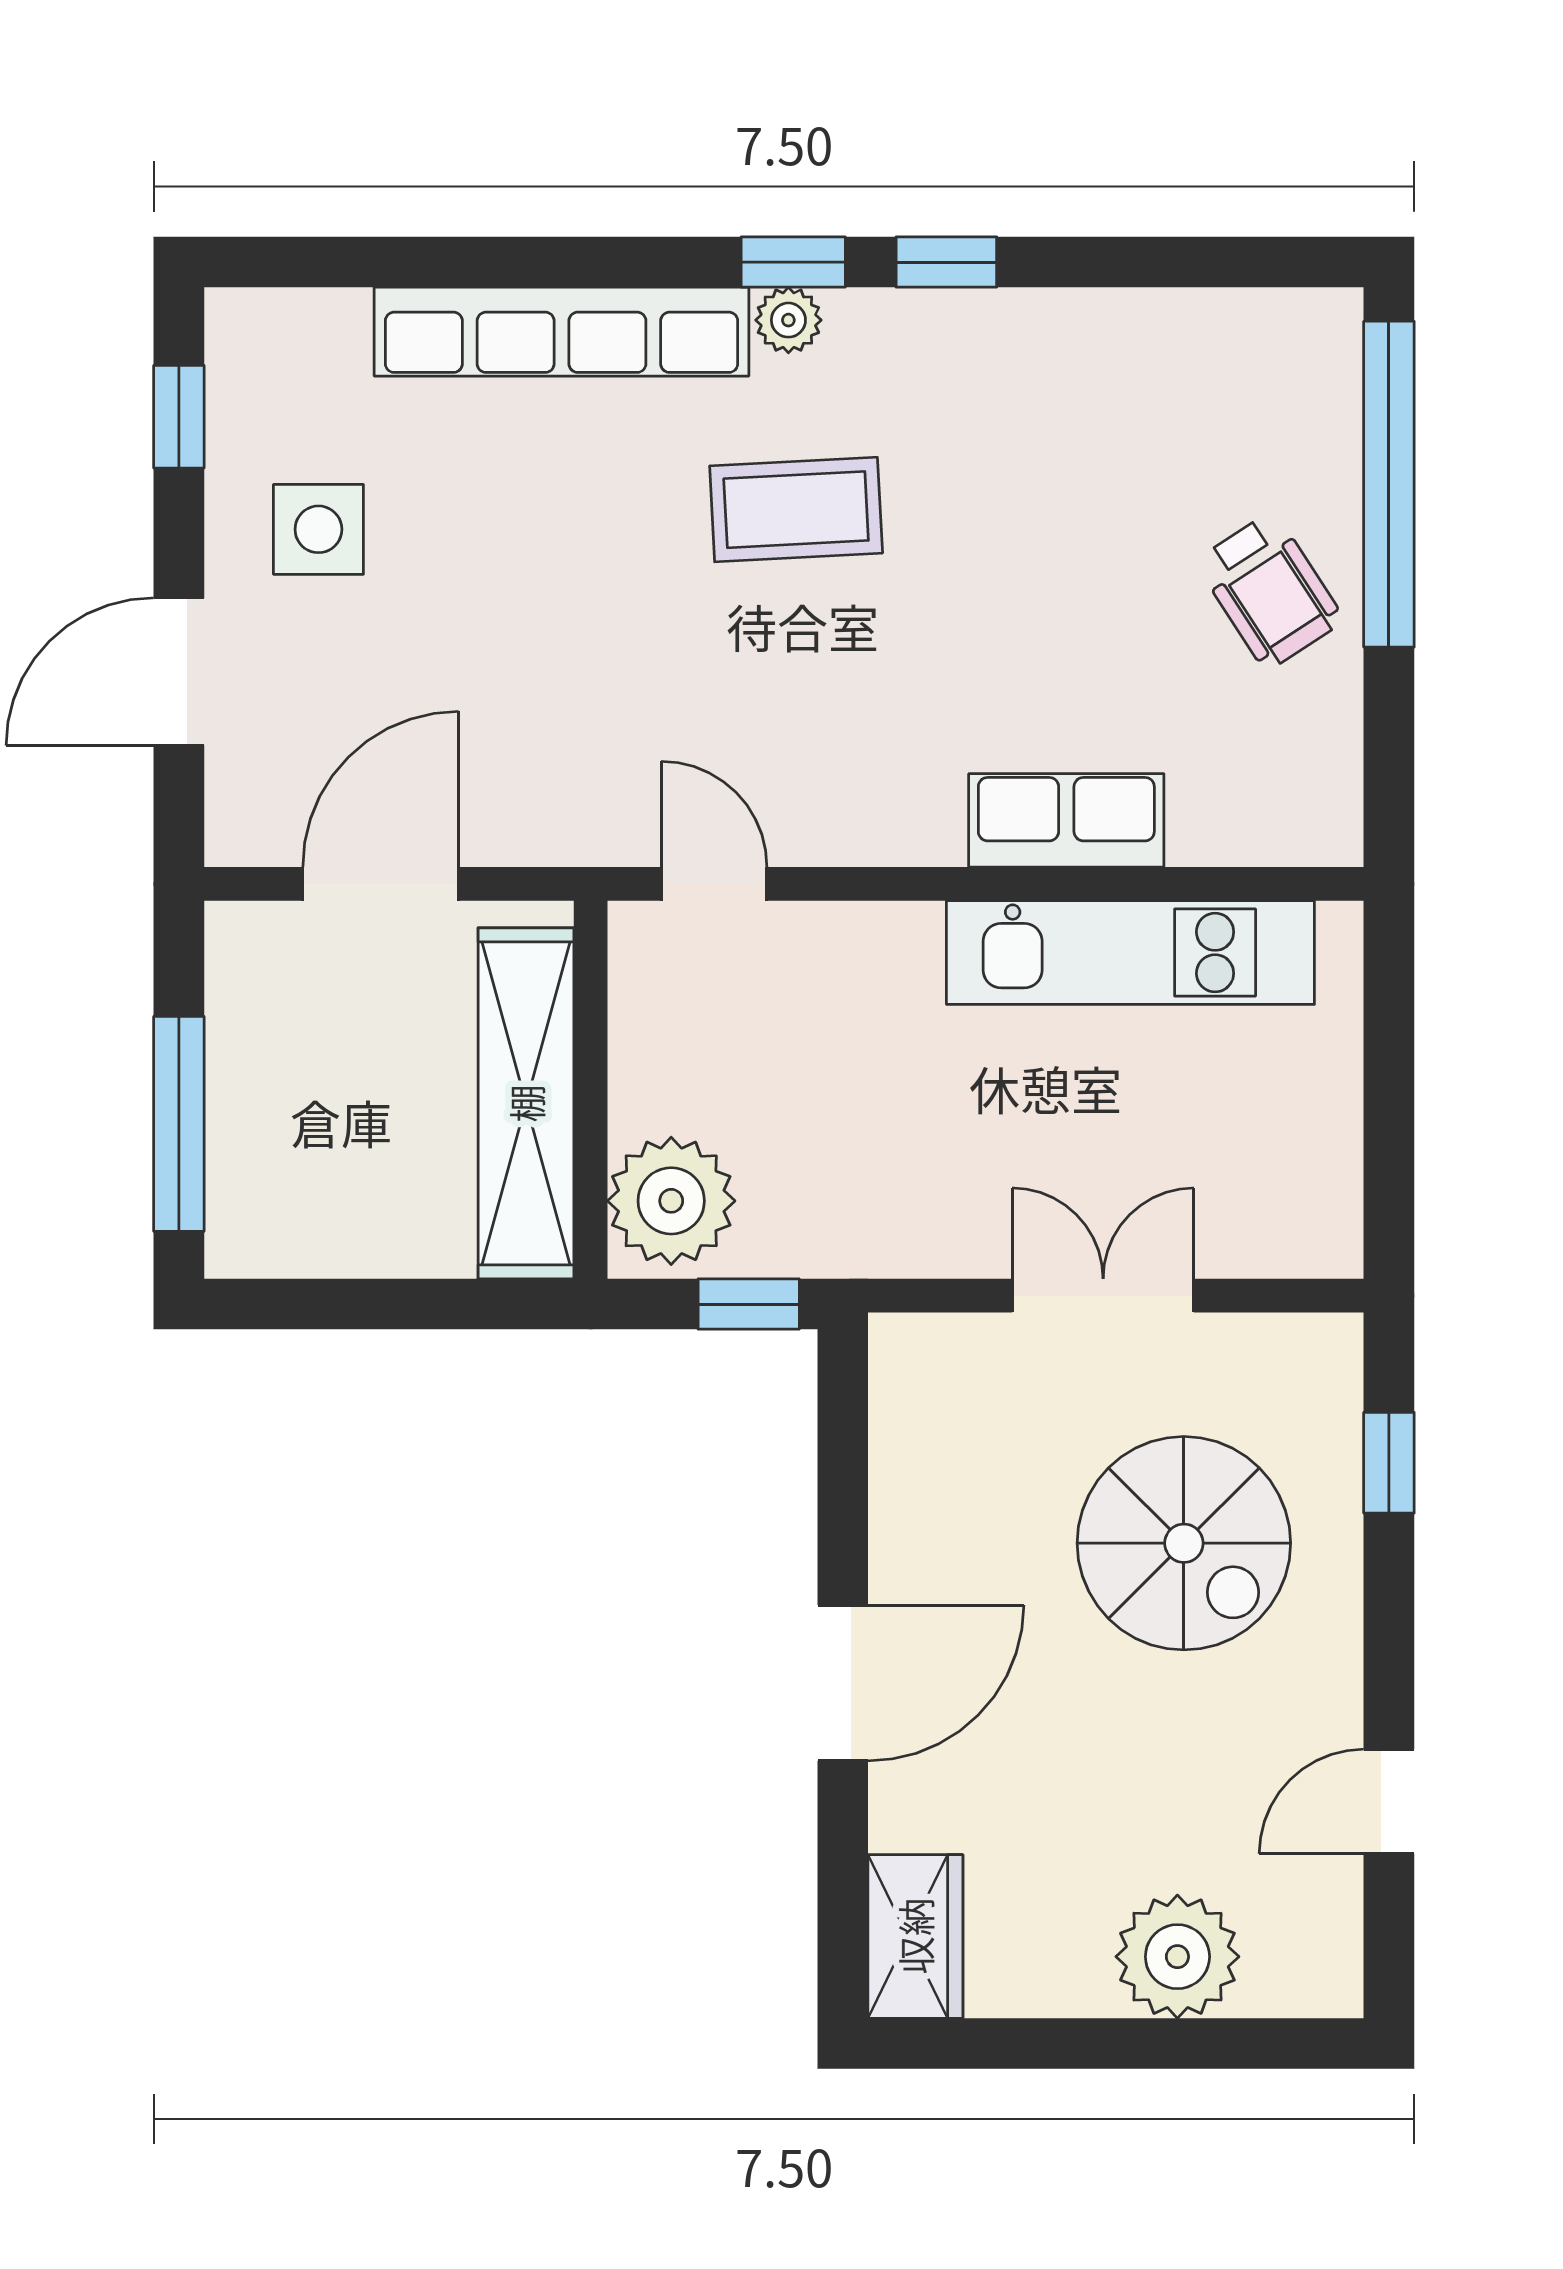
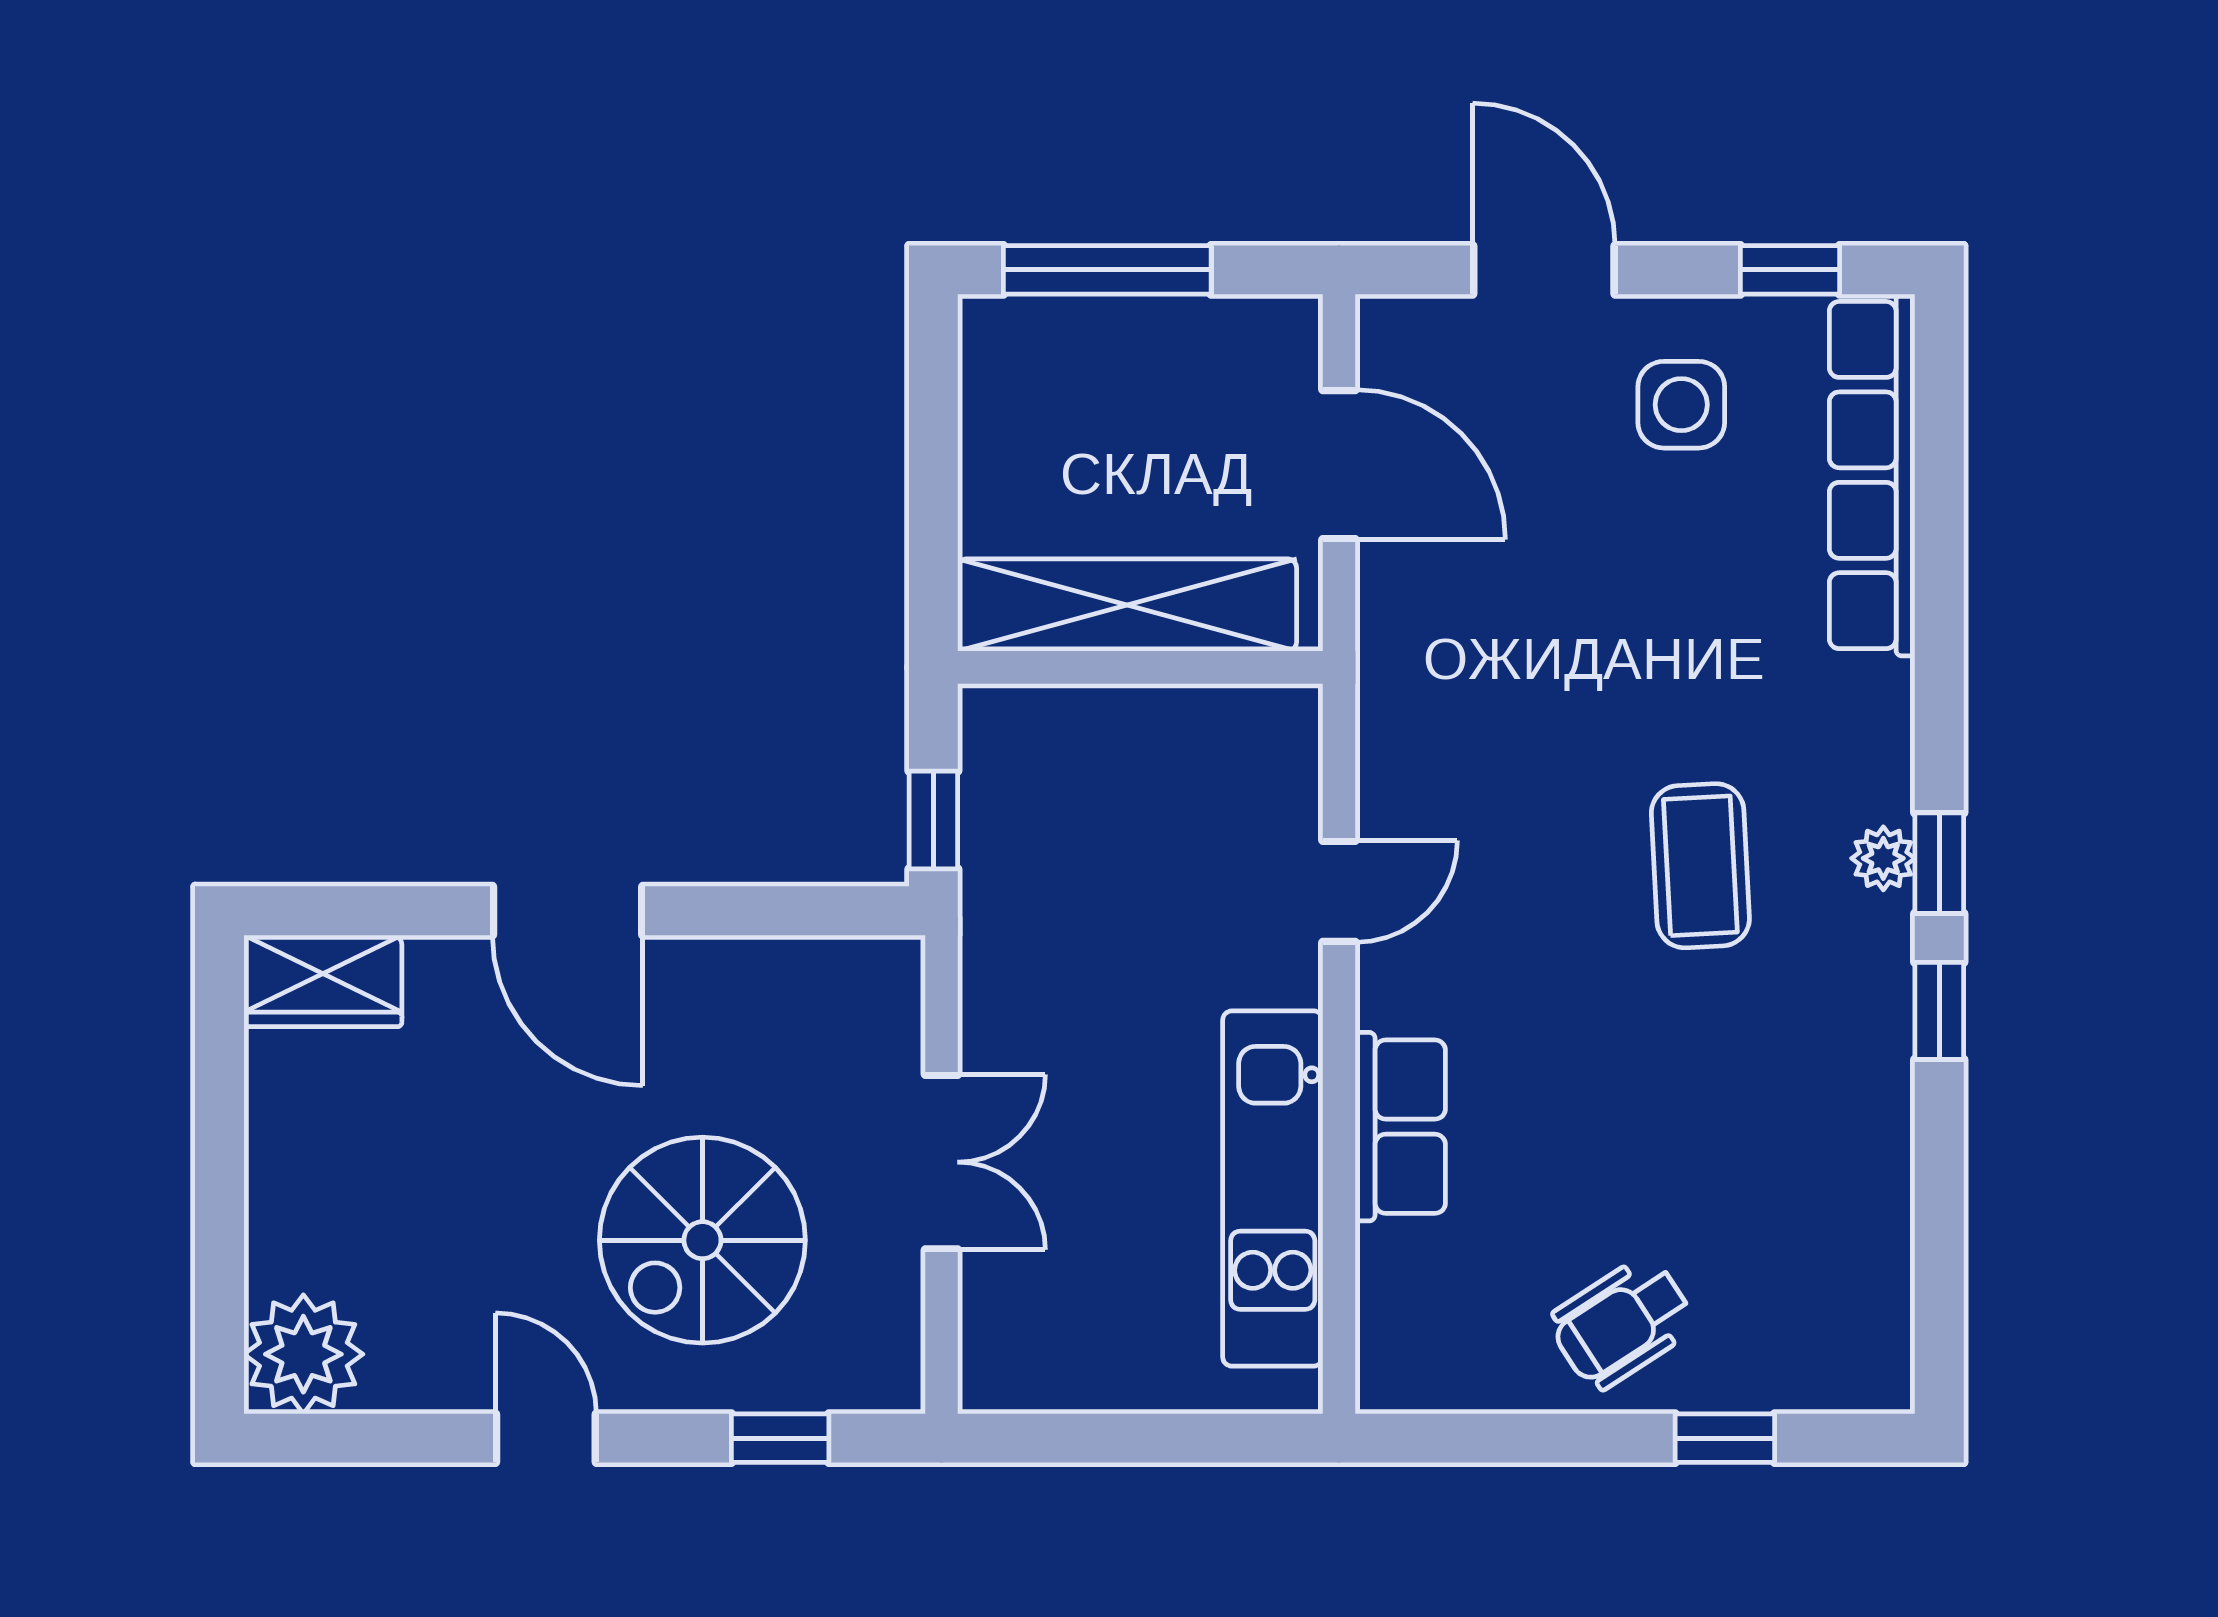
row of seats: (562, 332) -> (1872, 475), moved
window: (1389, 484) -> (1725, 1438), width x0.32
door: (714, 884) -> (1339, 891), moved
plant: (671, 1201) -> (1033, 745), removed
door: (1389, 1801) -> (546, 1438), moved
plant: (1177, 1957) -> (303, 1354), moved

